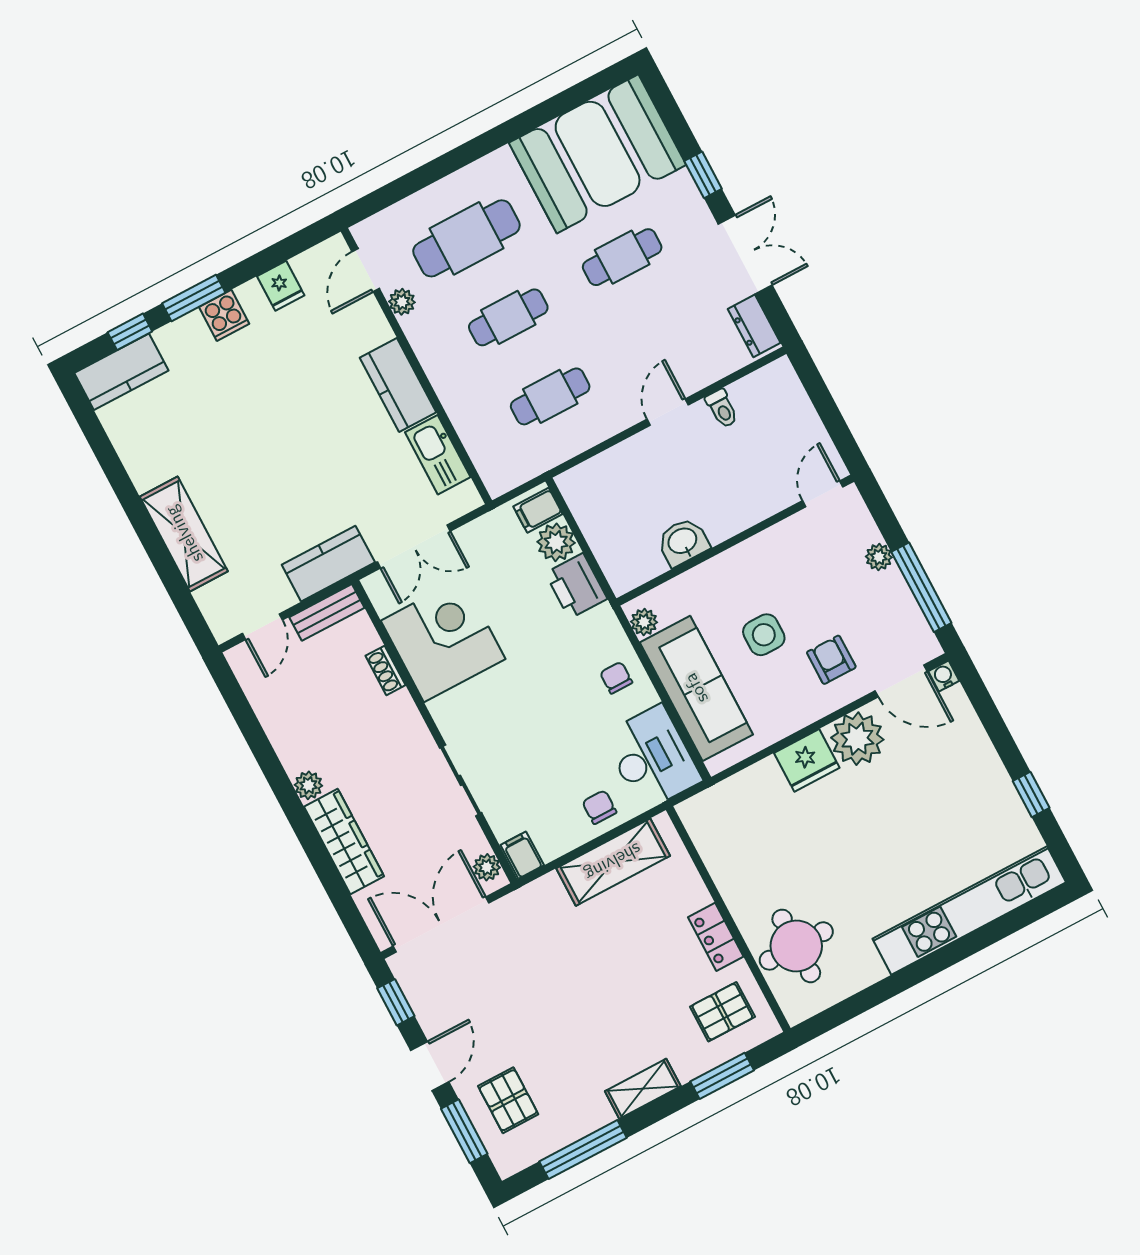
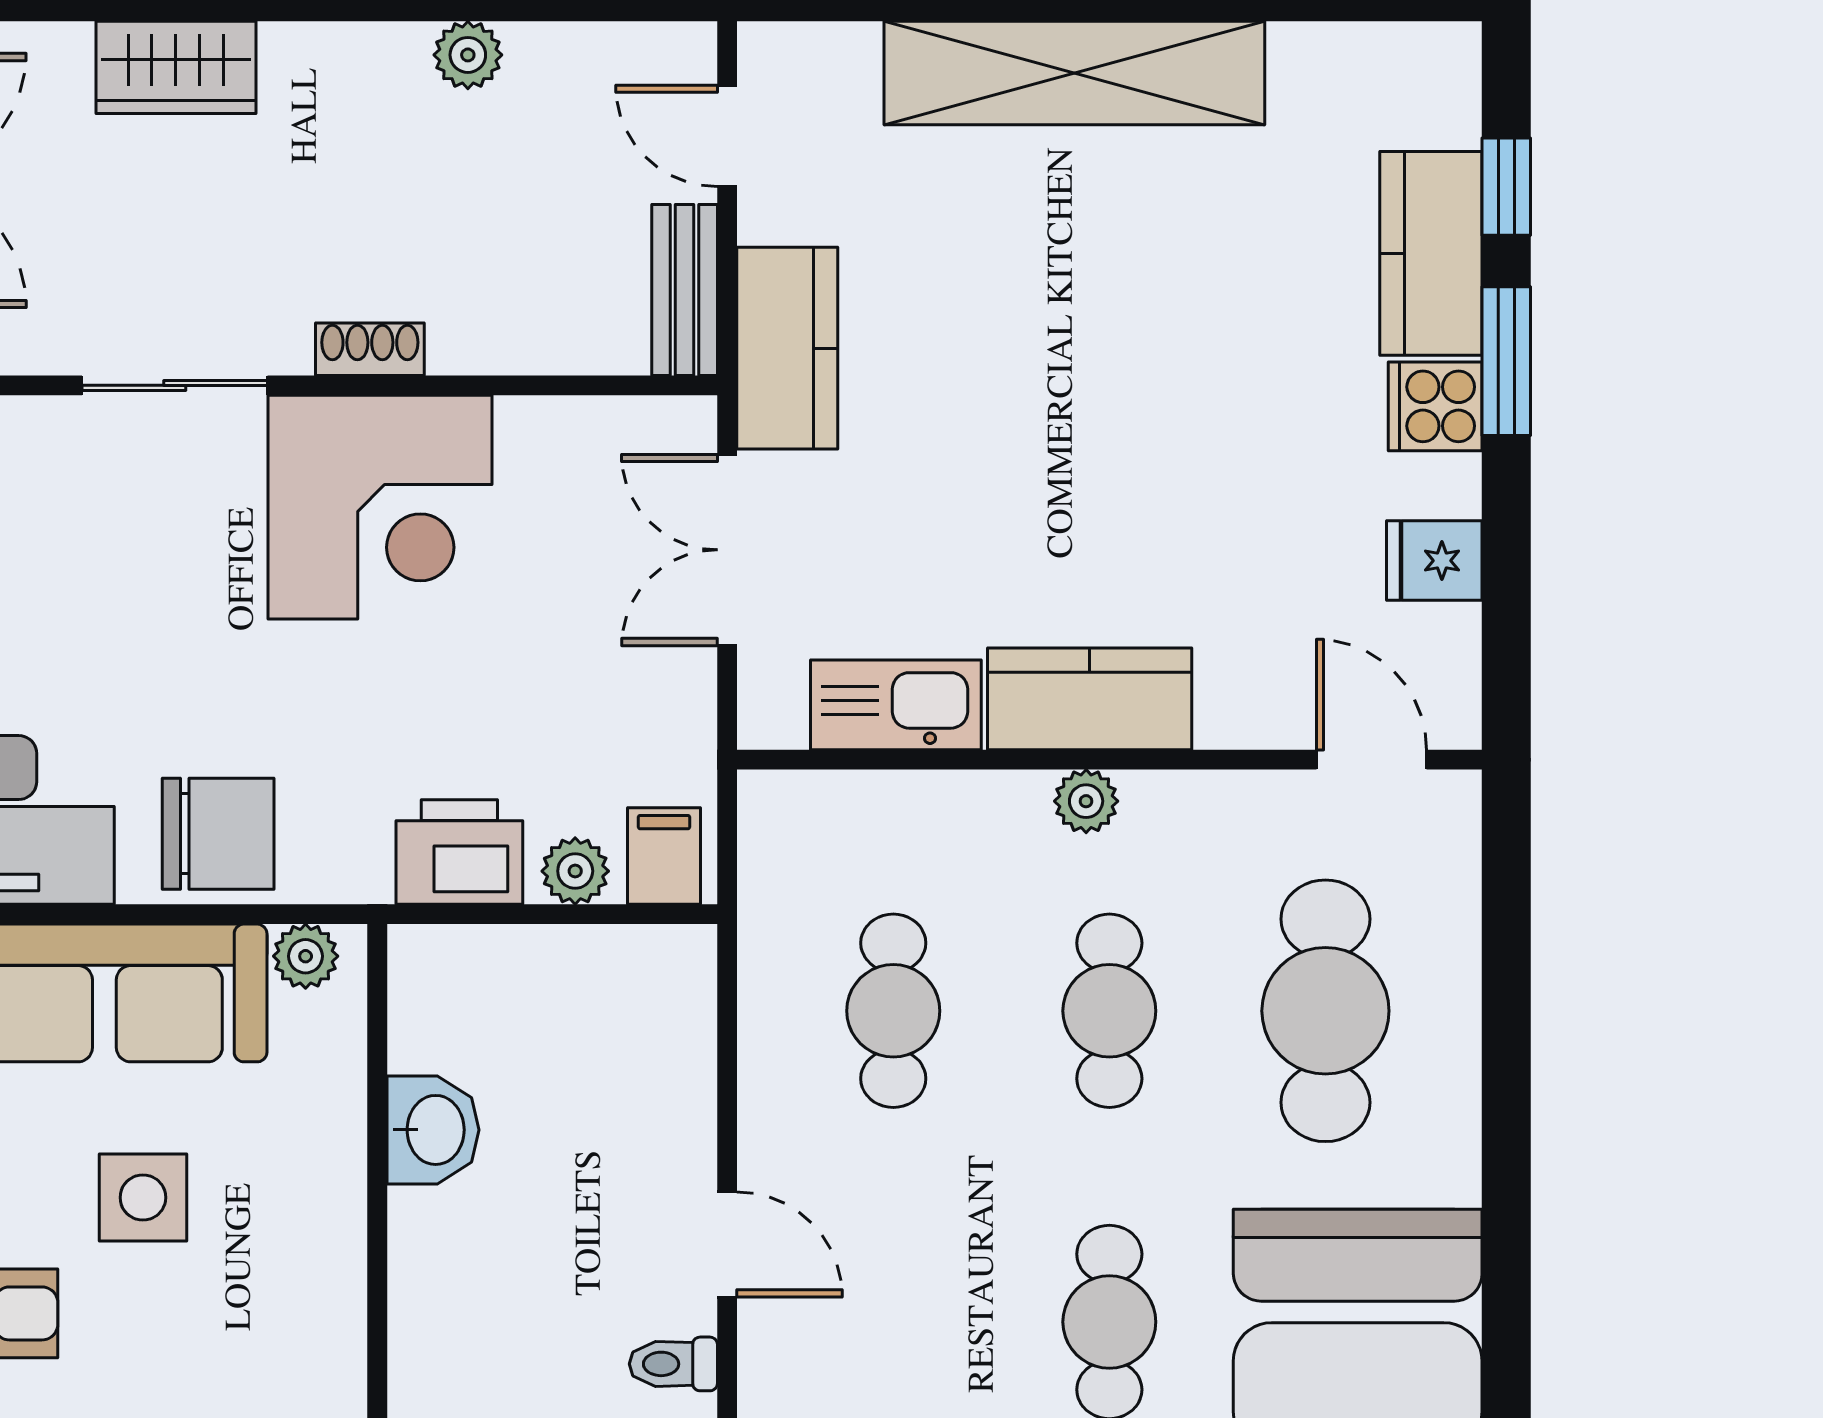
plant: (402, 302) -> (1086, 801), moved
kitchen counter: (121, 372) -> (1431, 253), moved
shelving: (184, 534) -> (1074, 73), width x1.47
plant: (556, 542) -> (575, 871), width x0.73, depth x0.73
corner desk: (443, 640) -> (380, 507), moved
shoe rack: (385, 670) -> (370, 349), moved
chair: (616, 678) -> (218, 834), width x1.87, depth x1.87
plant: (308, 785) -> (468, 55), moved
wardrobe: (344, 842) -> (176, 67), width x0.67

